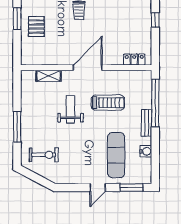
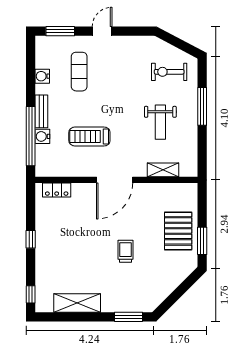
pallet: (36, 27) -> (178, 231), width x1.50, depth x1.42
water cooler: (146, 103) -> (42, 136), added
weight bench: (70, 109) -> (160, 122), moved
exercise mat: (116, 155) -> (79, 72), width x0.73, depth x0.69

